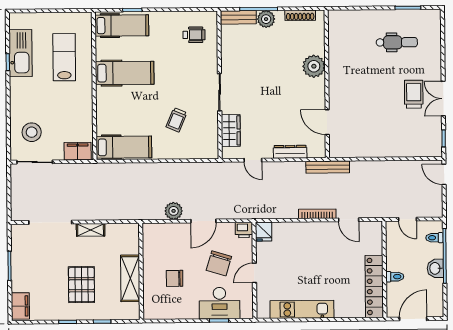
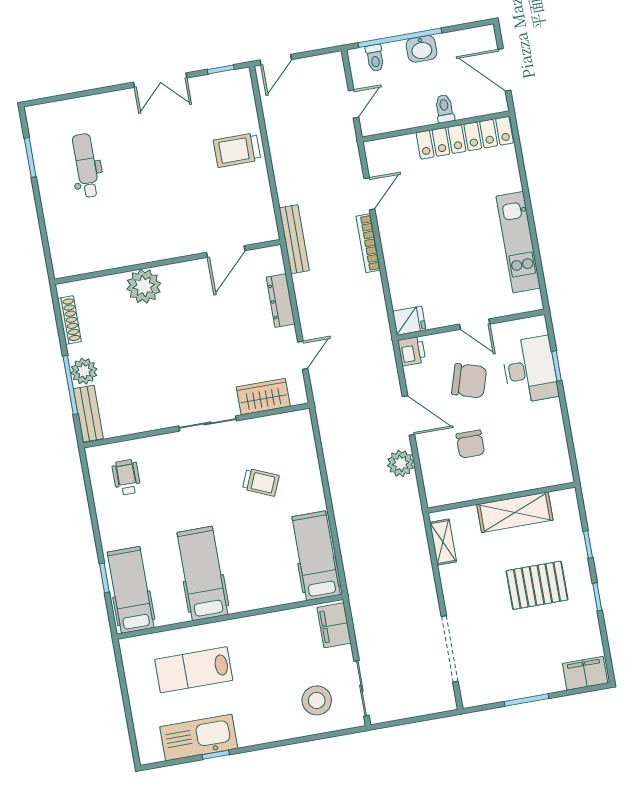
trolley: (414, 94) -> (237, 150), moved
shelving: (91, 230) -> (443, 542), moved
chair: (175, 278) -> (470, 444), moved

